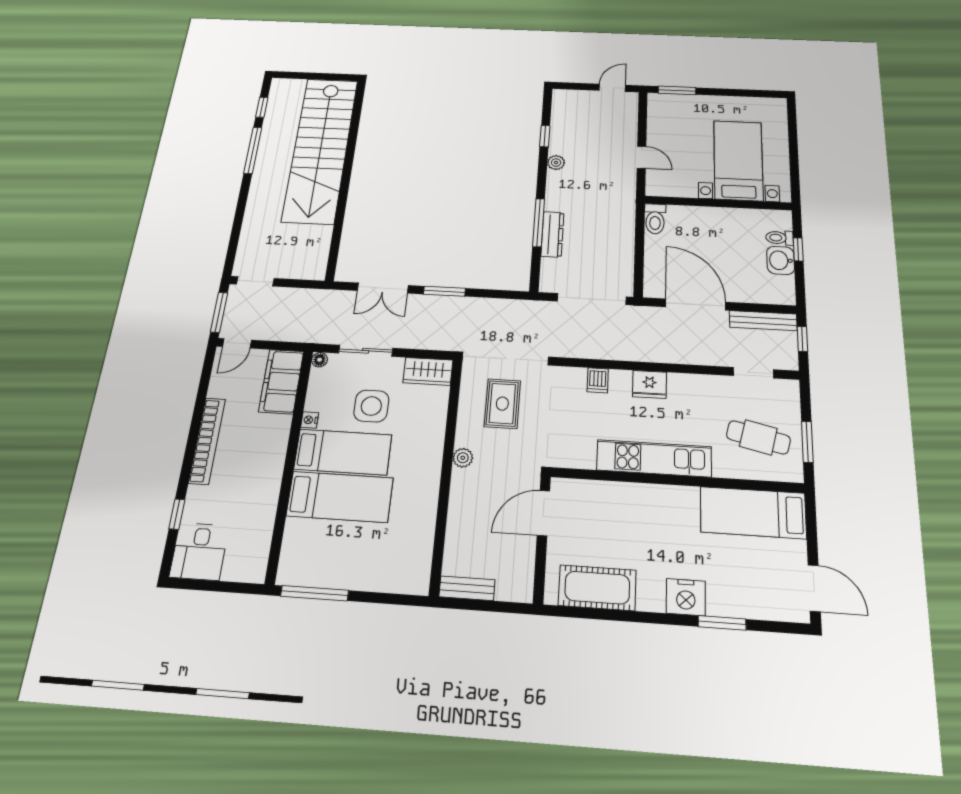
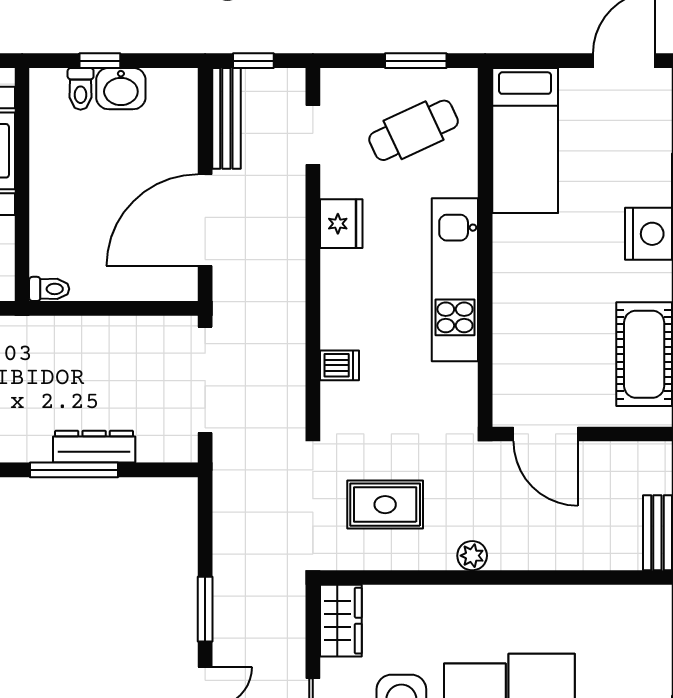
toilet: (655, 219) -> (49, 289), width x0.73, depth x0.72
fridge: (649, 384) -> (341, 224), moved
cafe table: (758, 437) -> (414, 130), turned 52

